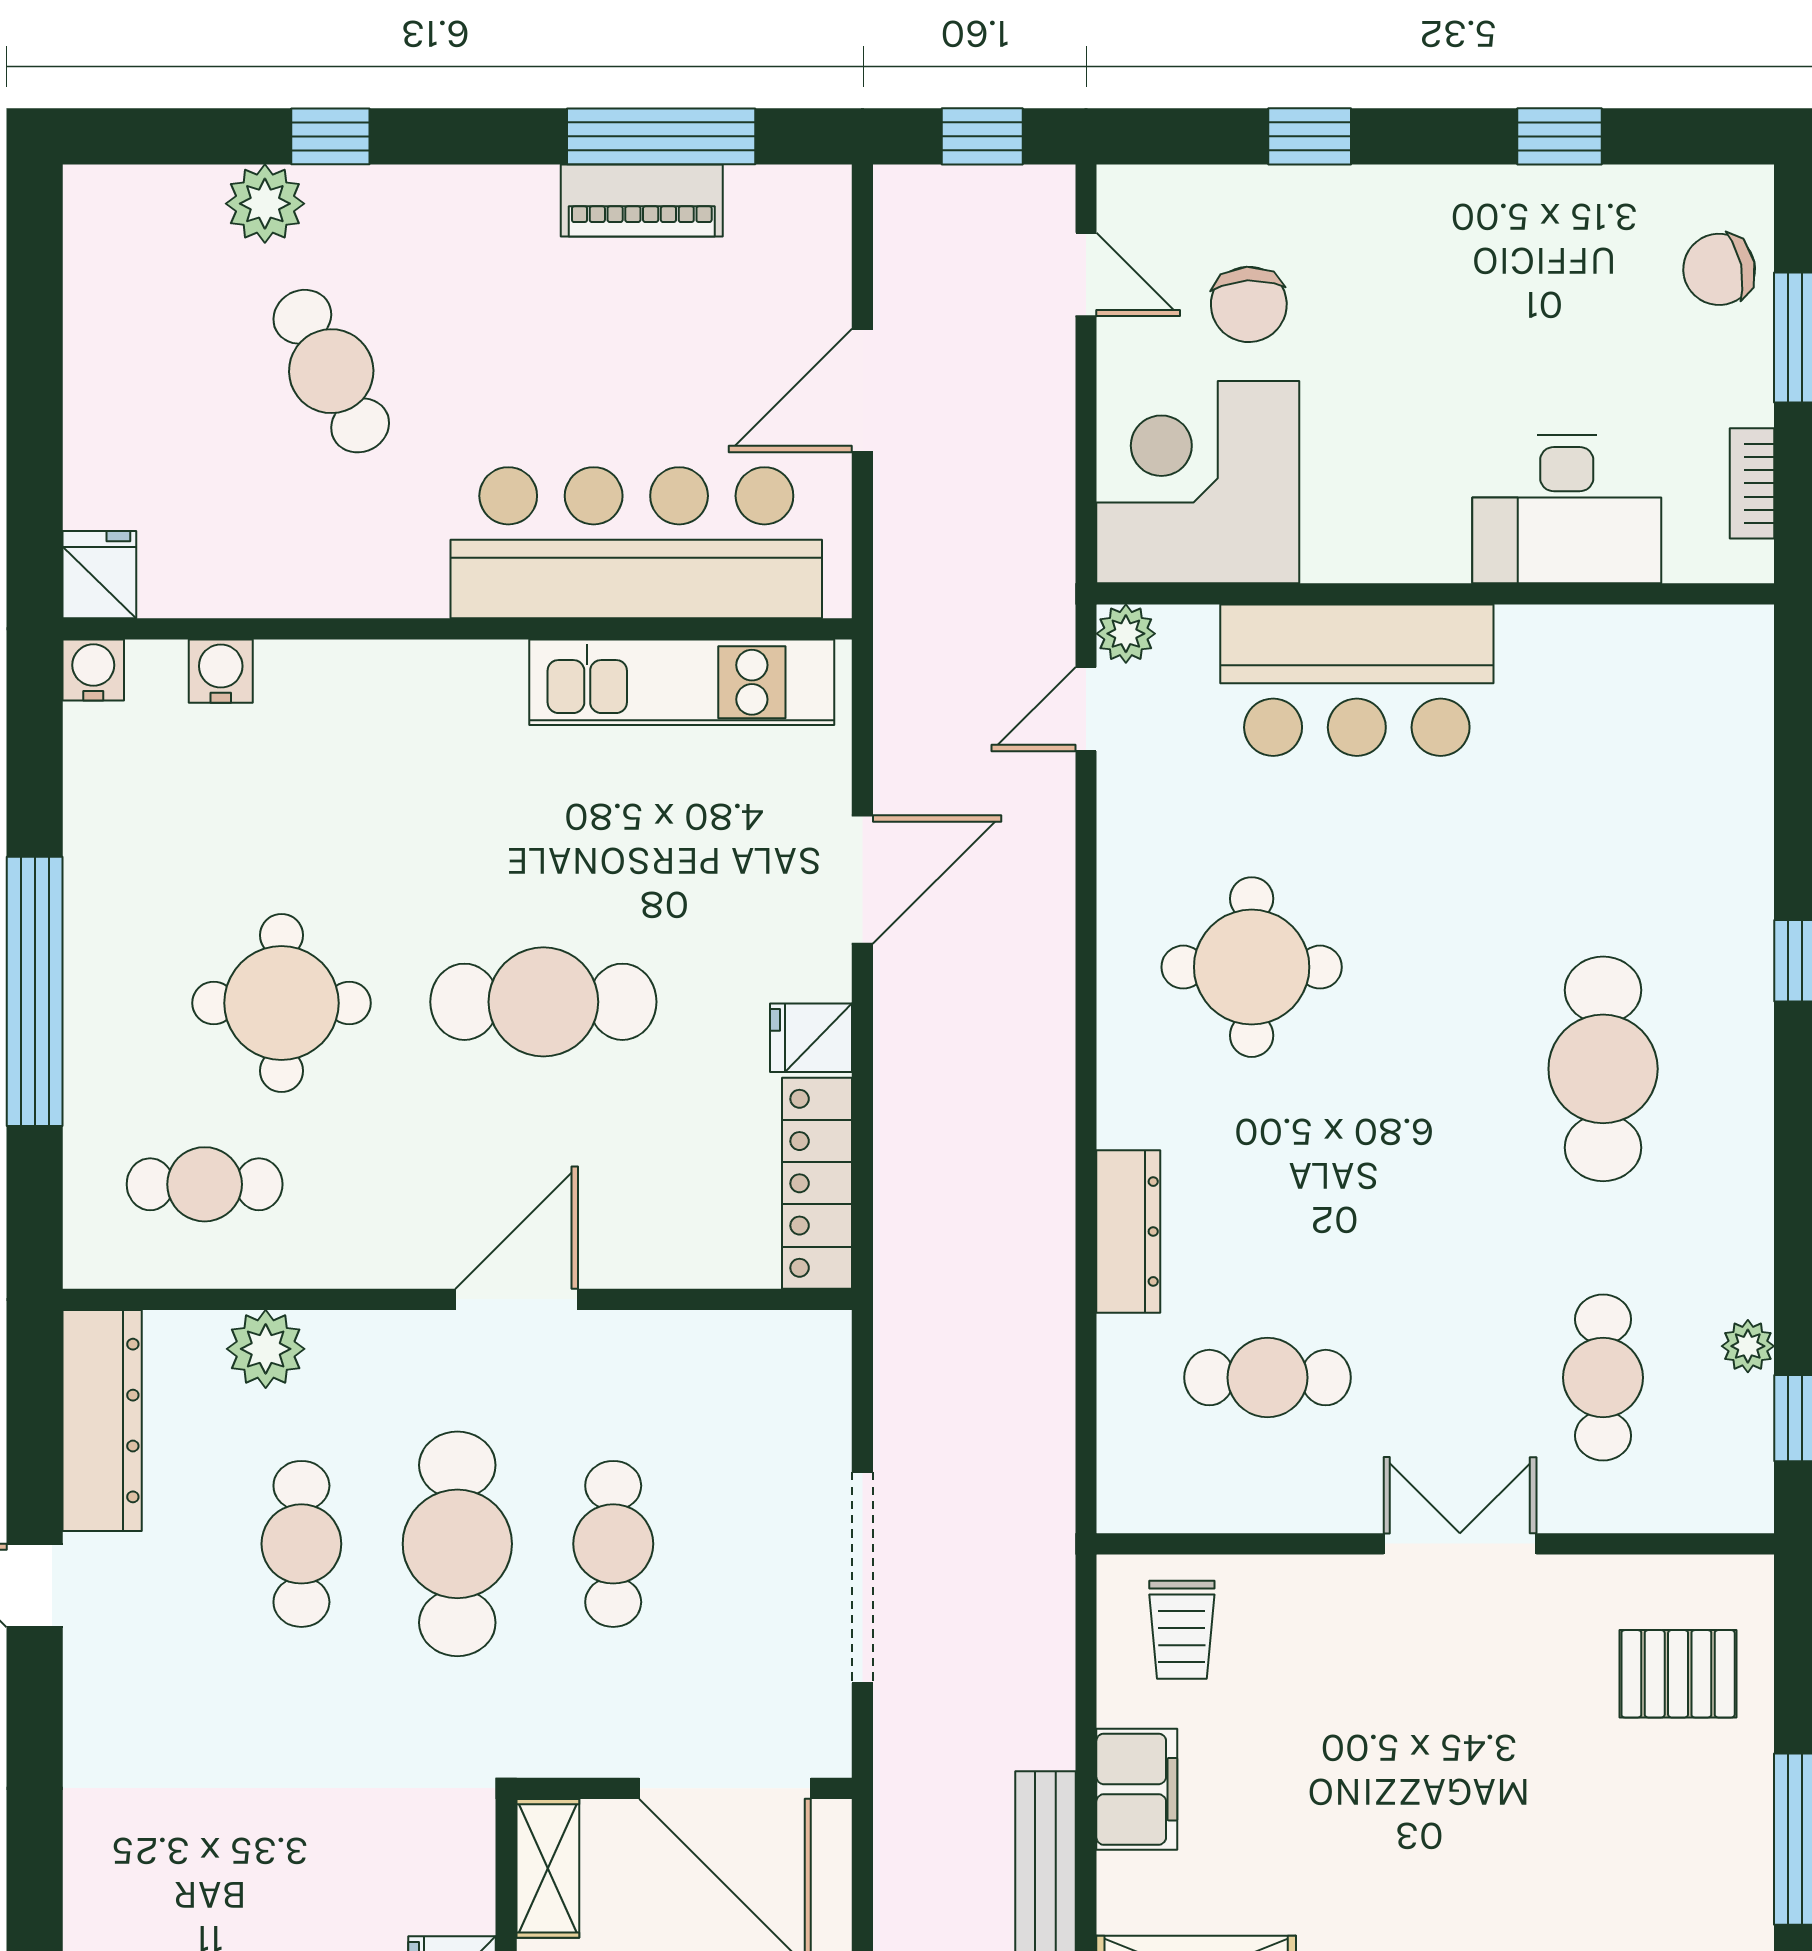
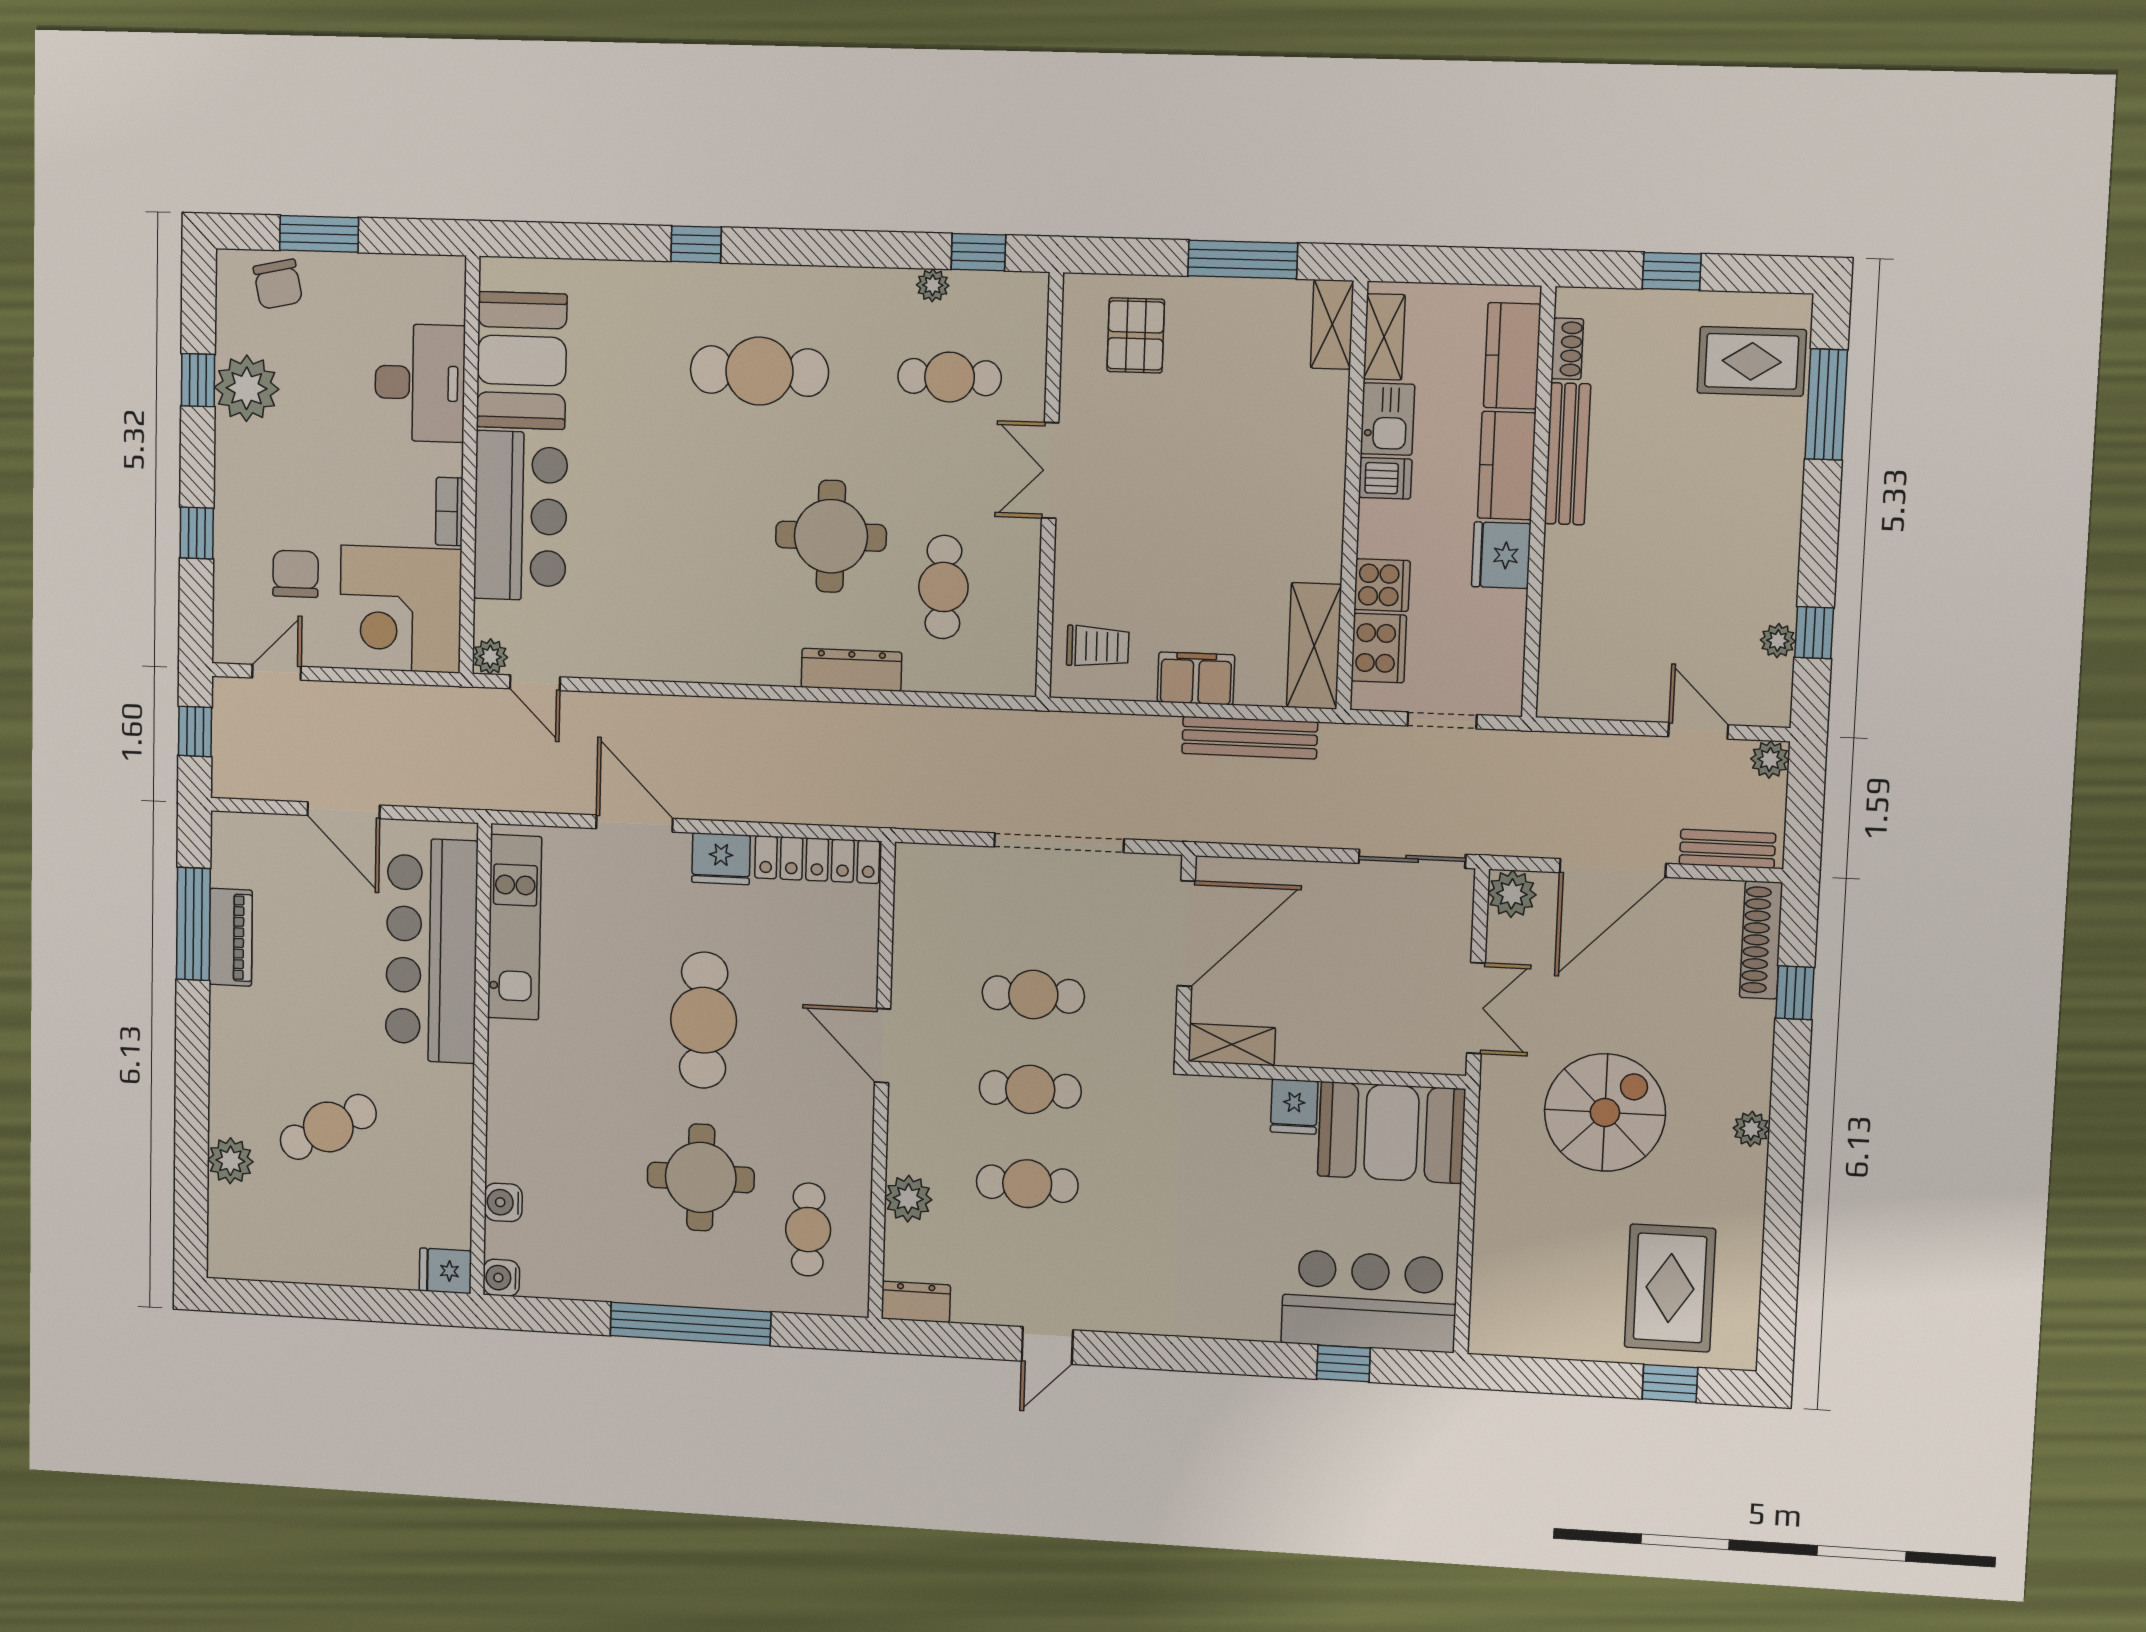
window: (330, 136) -> (192, 1120), removed
plant: (1549, 219) -> (247, 388), added
chair: (1249, 304) -> (296, 574), turned -87
bookcase: (1752, 483) -> (449, 511), moved, turned 90
booth: (1608, 678) -> (522, 361), added
round table: (1252, 967) -> (831, 536), moved
fridge: (811, 1038) -> (721, 859), width x1.38
dresser: (102, 1421) -> (916, 1302), width x0.51, depth x0.80
cafe table: (457, 1544) -> (1030, 1089), width x0.73, depth x0.74

